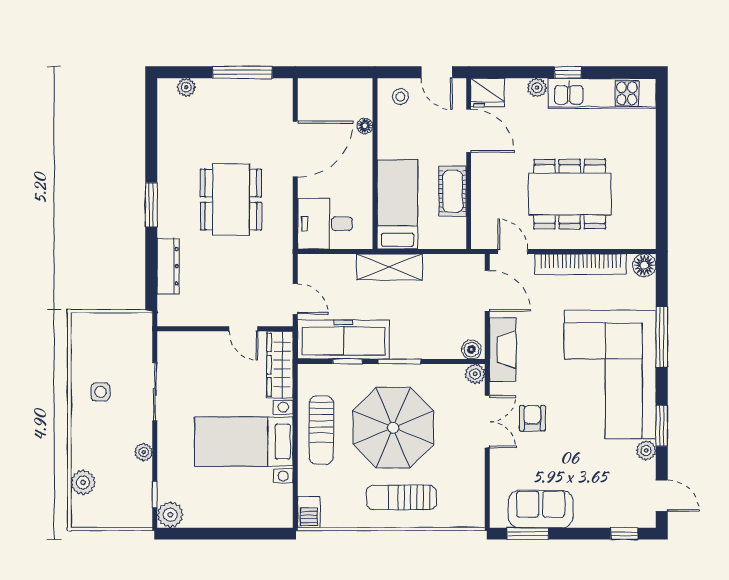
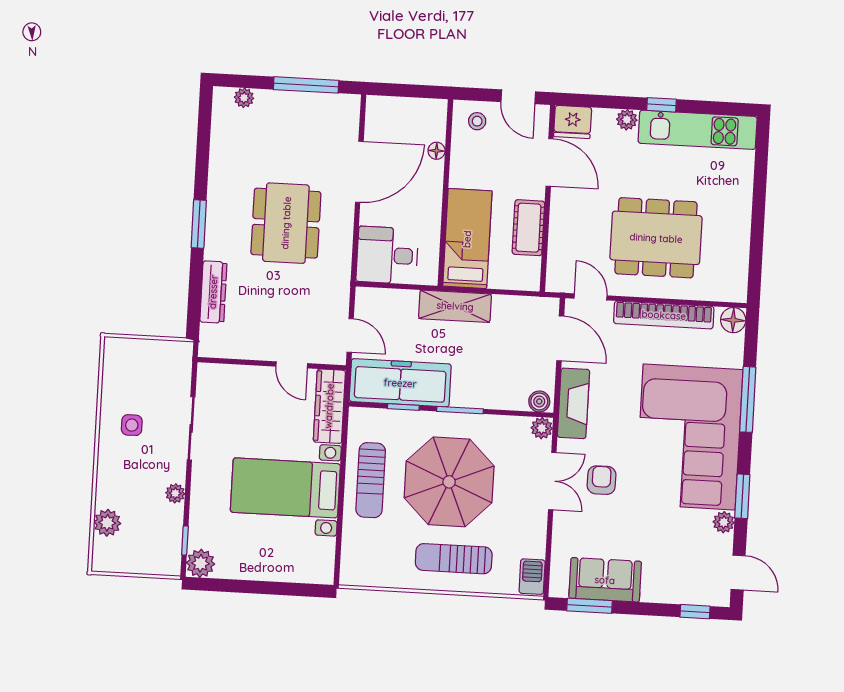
barbecue: (309, 512) -> (532, 577), moved, turned 180

